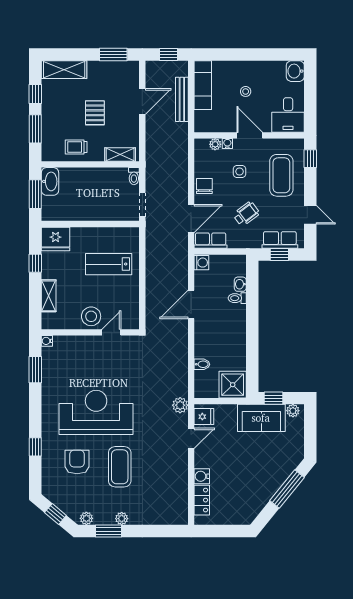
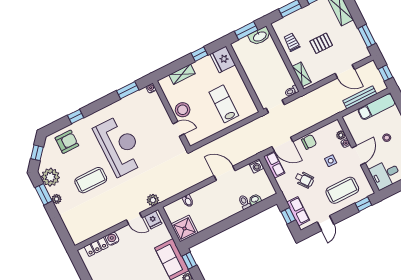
armchair: (77, 462) -> (67, 142), moved
plant: (86, 518) -> (50, 177), width x1.88, depth x1.88

